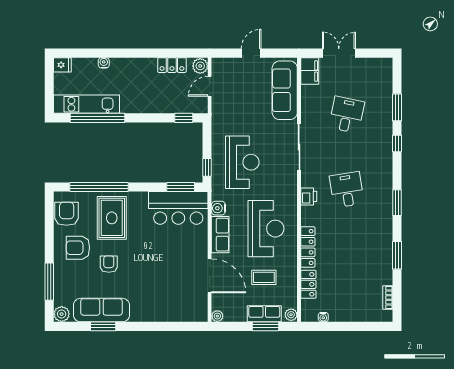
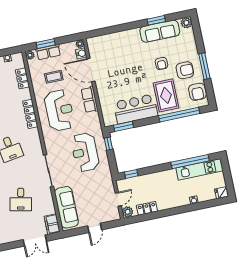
printer: (309, 196) -> (35, 138), removed
bar counter: (178, 208) -> (136, 109), moved
water cooler: (218, 208) -> (81, 53), moved
reception desk: (266, 229) -> (59, 110), turned 180
locker: (308, 247) -> (30, 114), moved
window: (49, 282) -> (204, 66), moved

